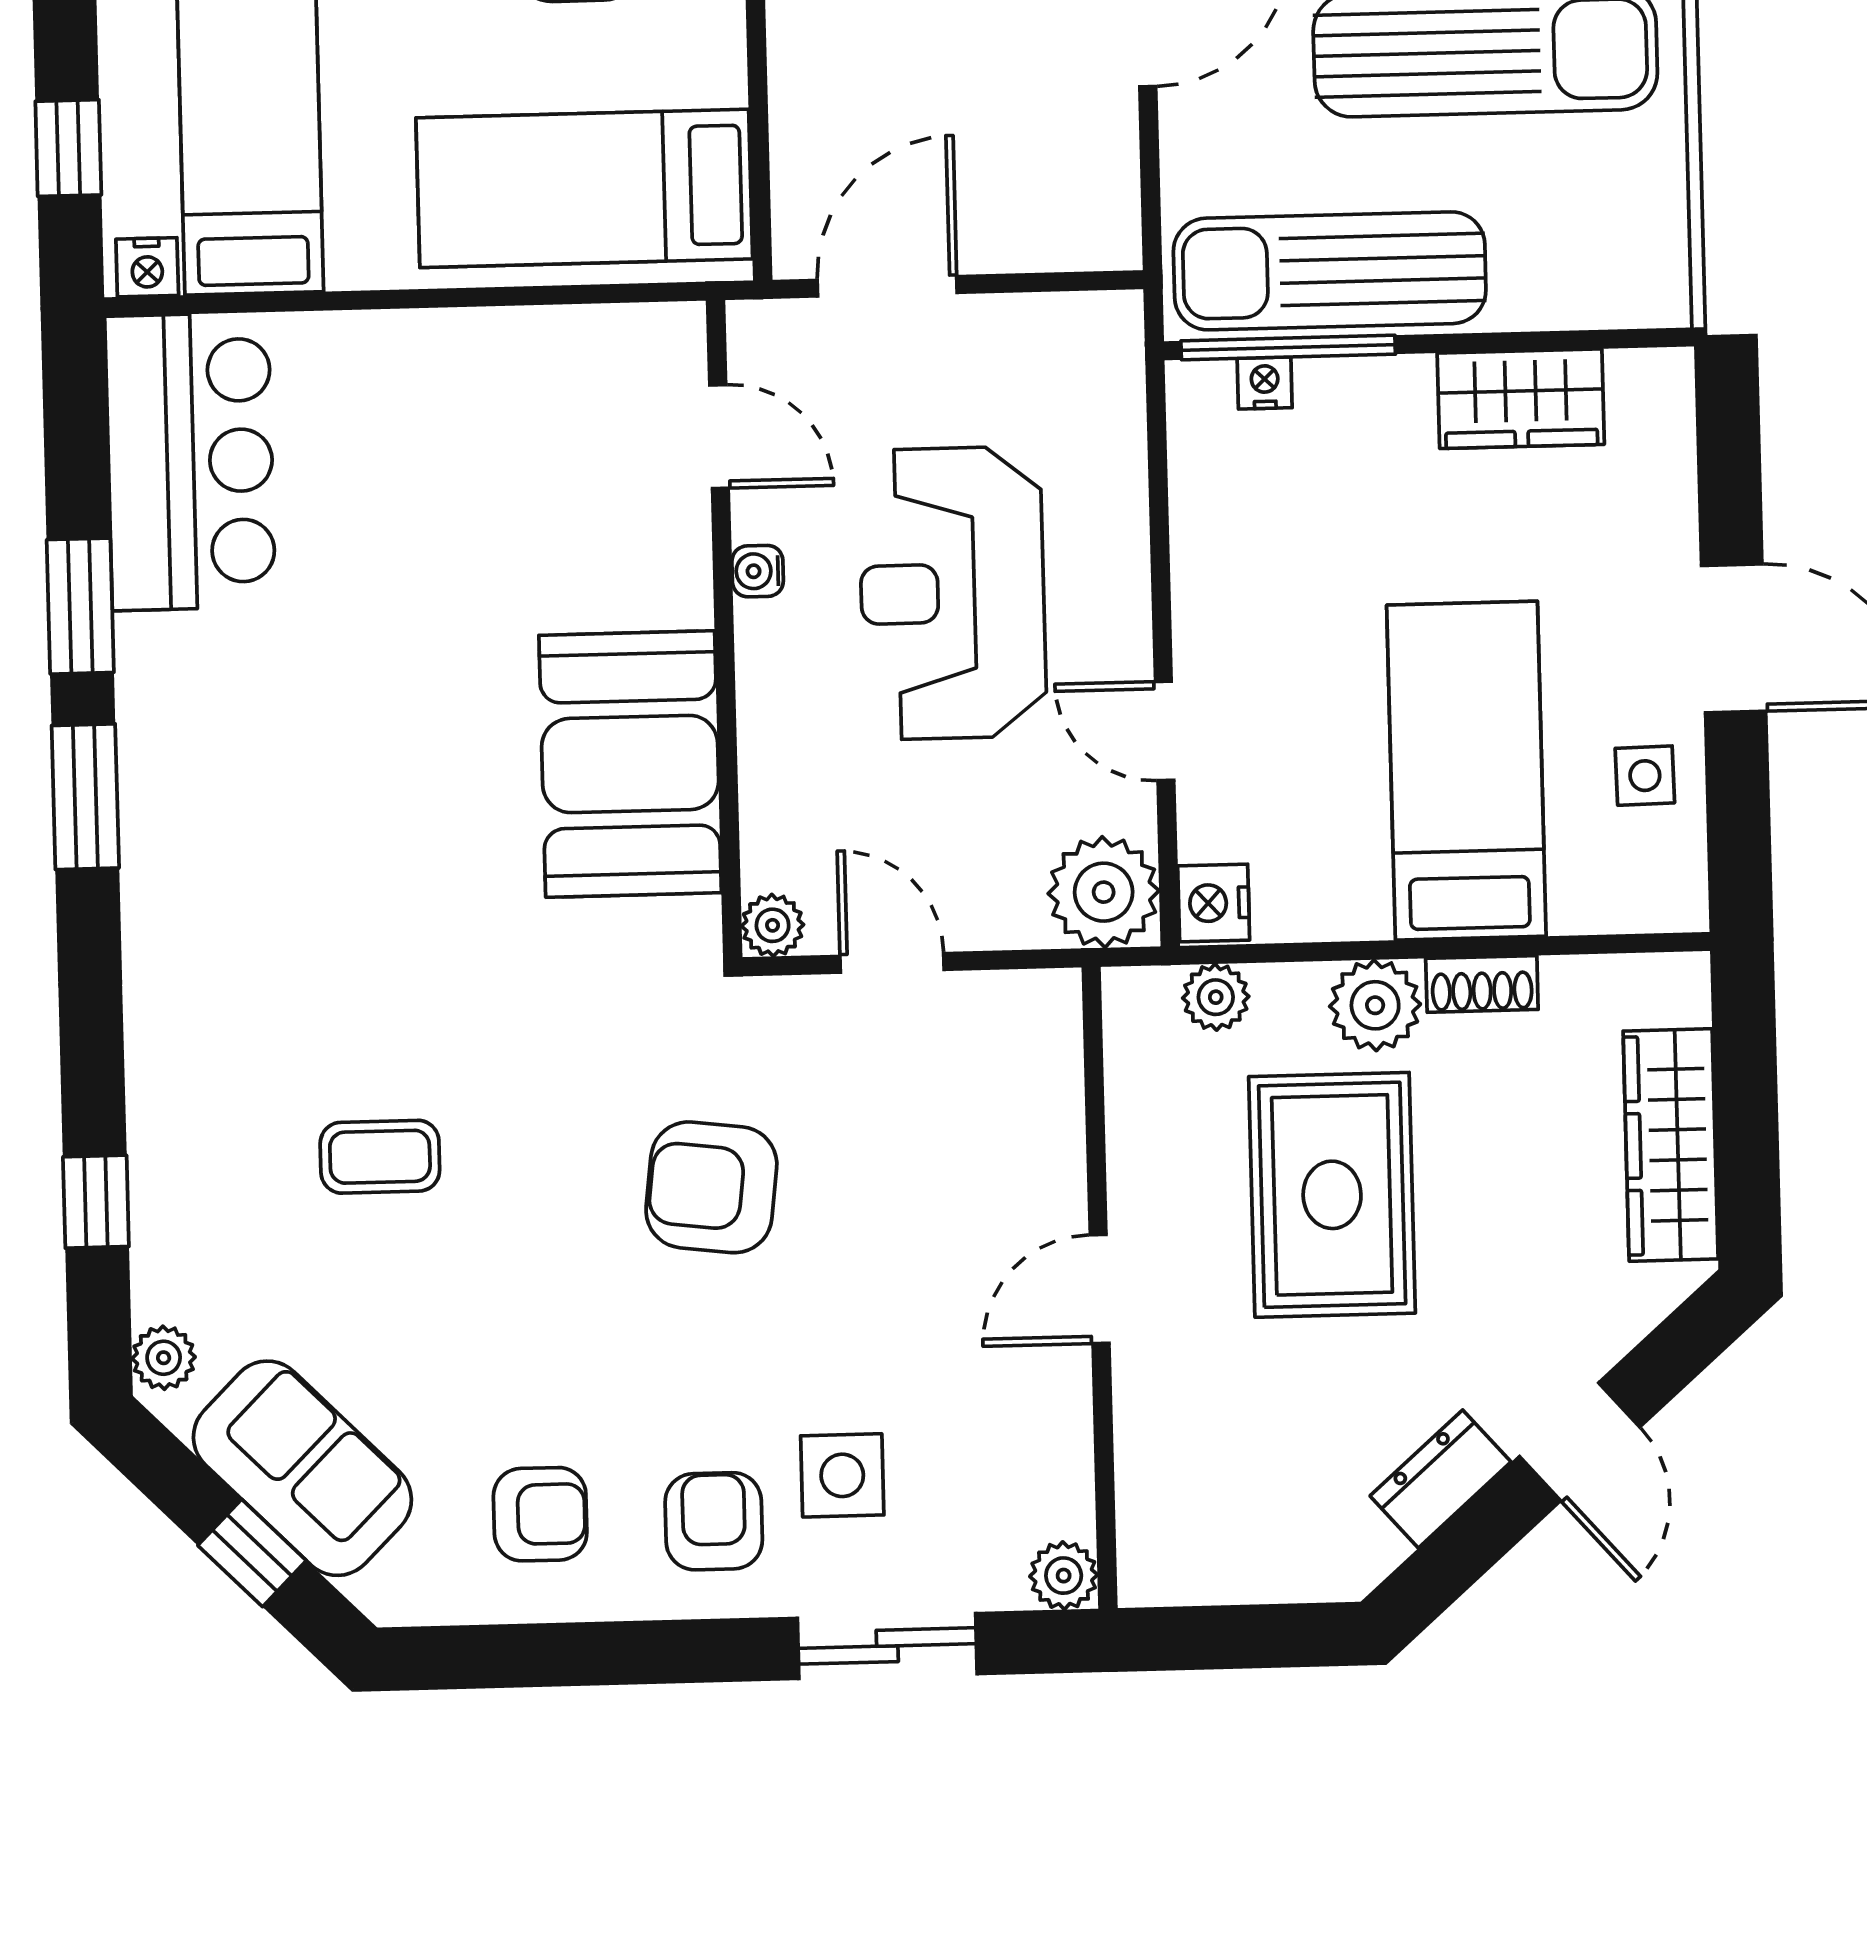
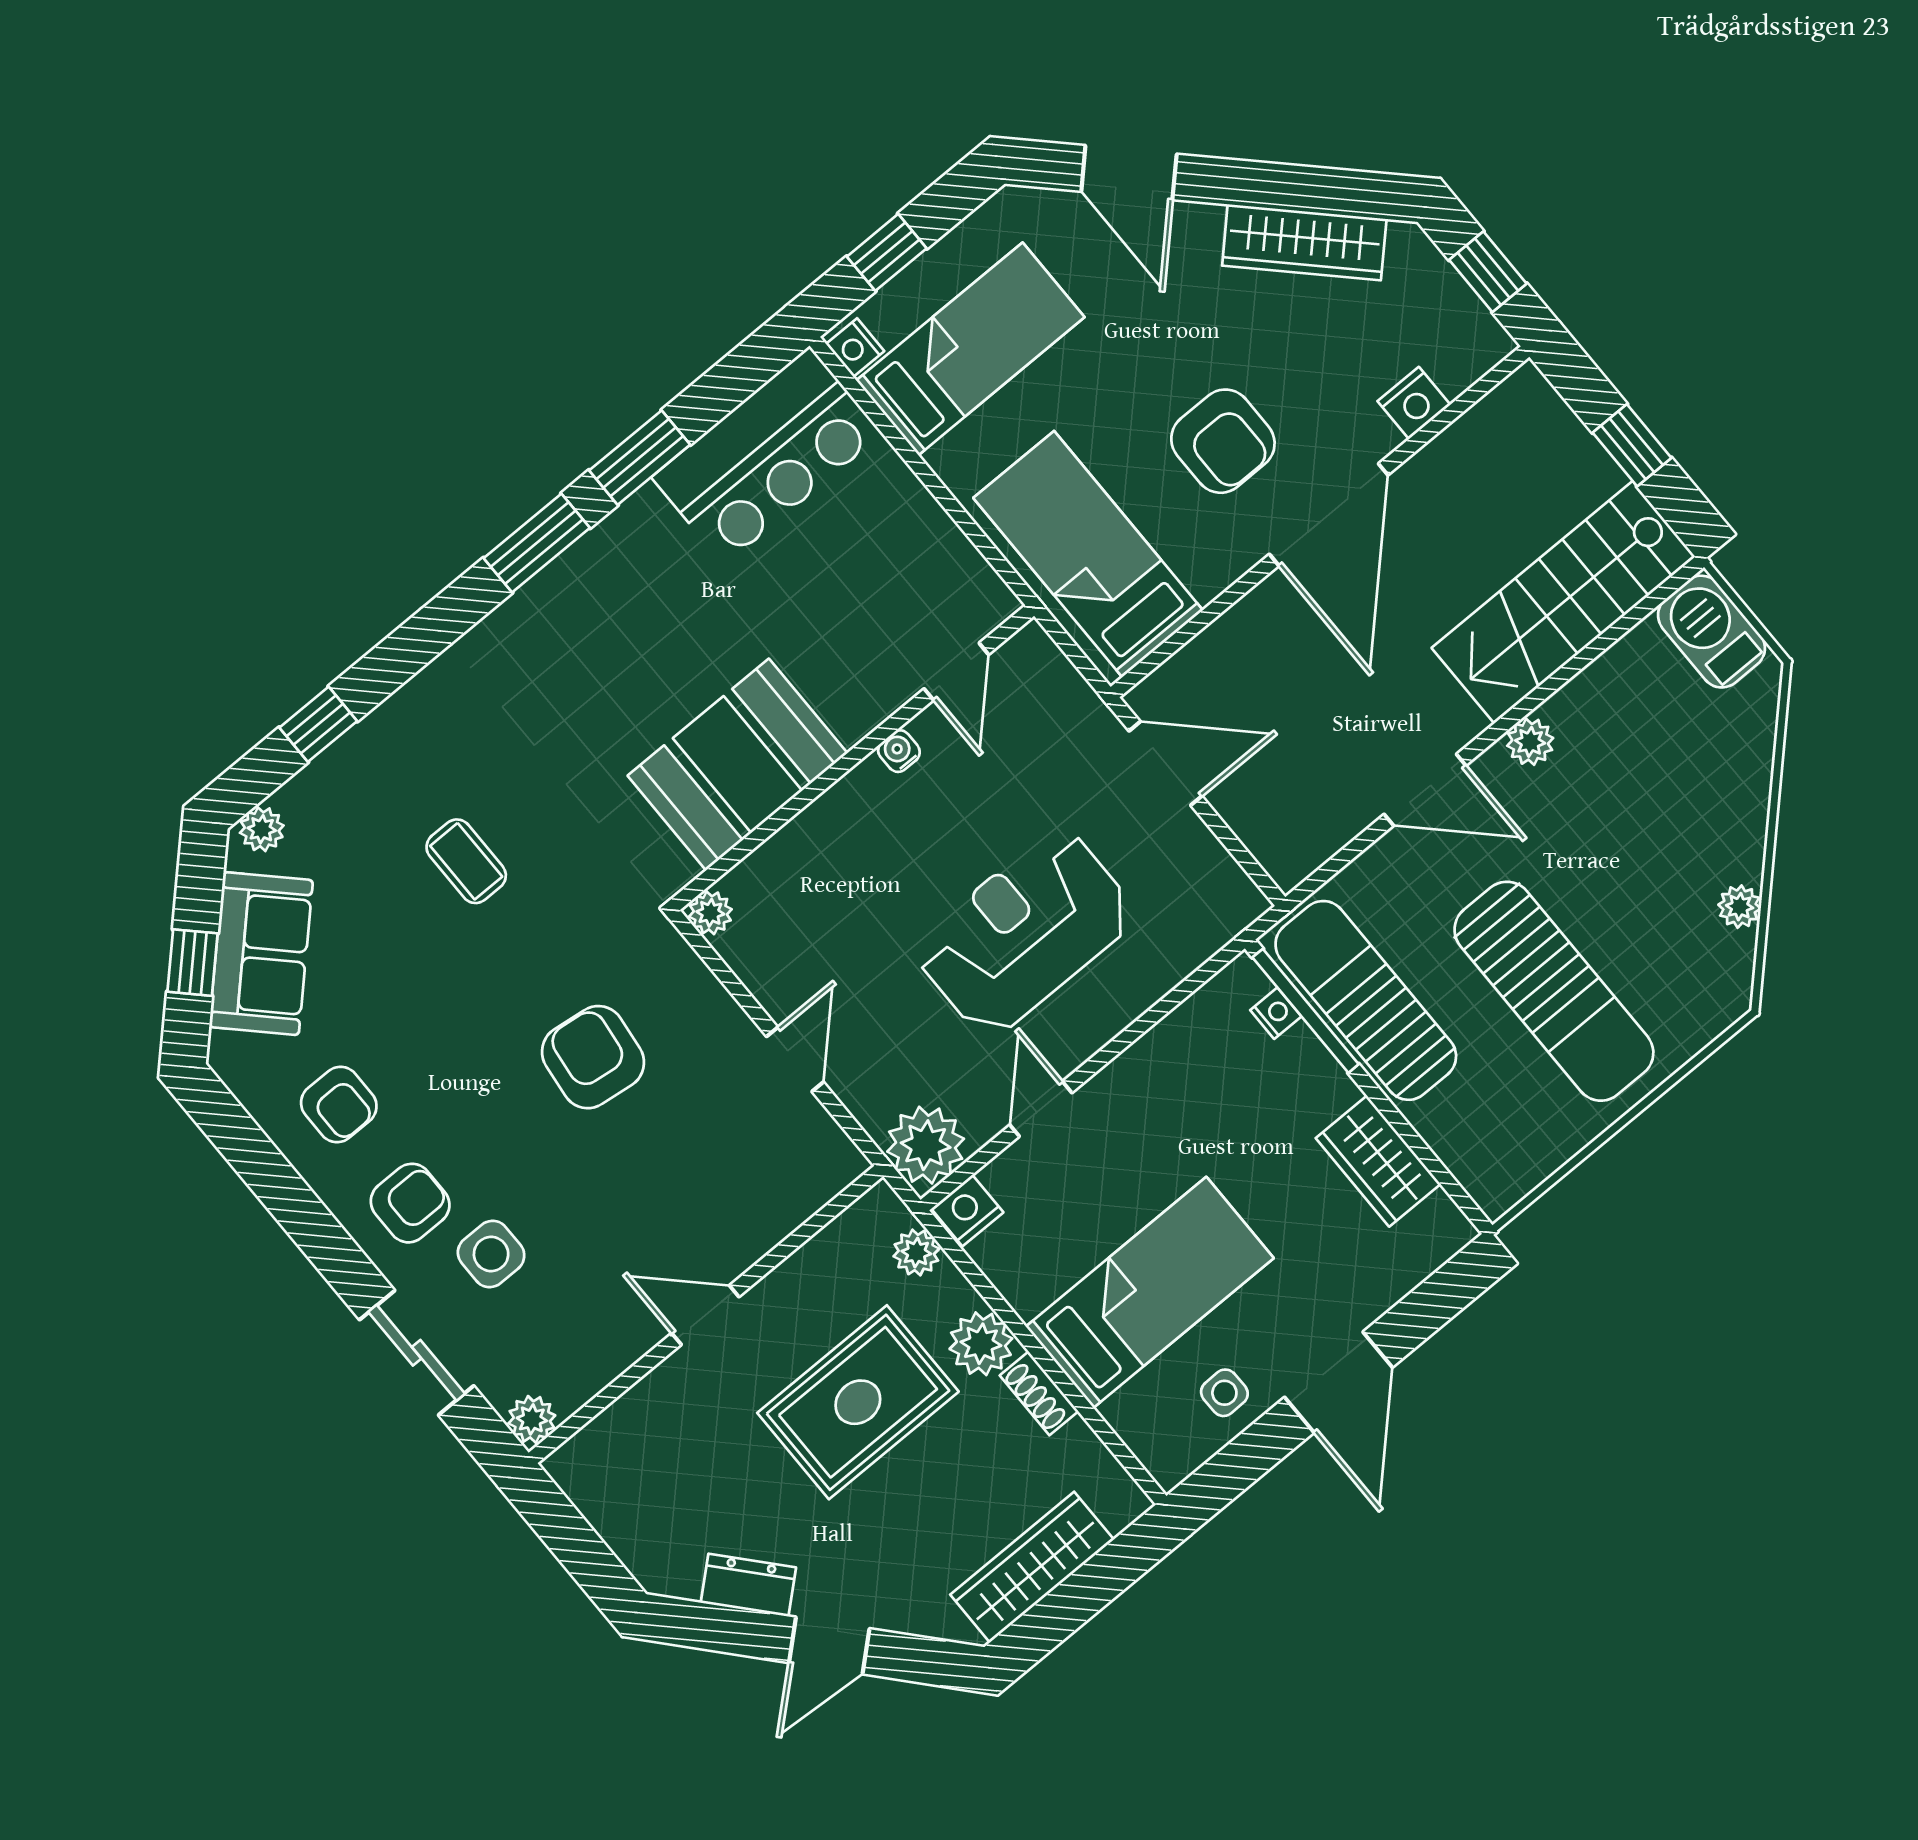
door: (719, 437) -> (956, 672), moved
water cooler: (758, 571) -> (899, 751), moved
wall: (724, 629) -> (853, 758), moved
booth: (630, 764) -> (738, 764), moved
plant: (773, 925) -> (710, 913), moved

